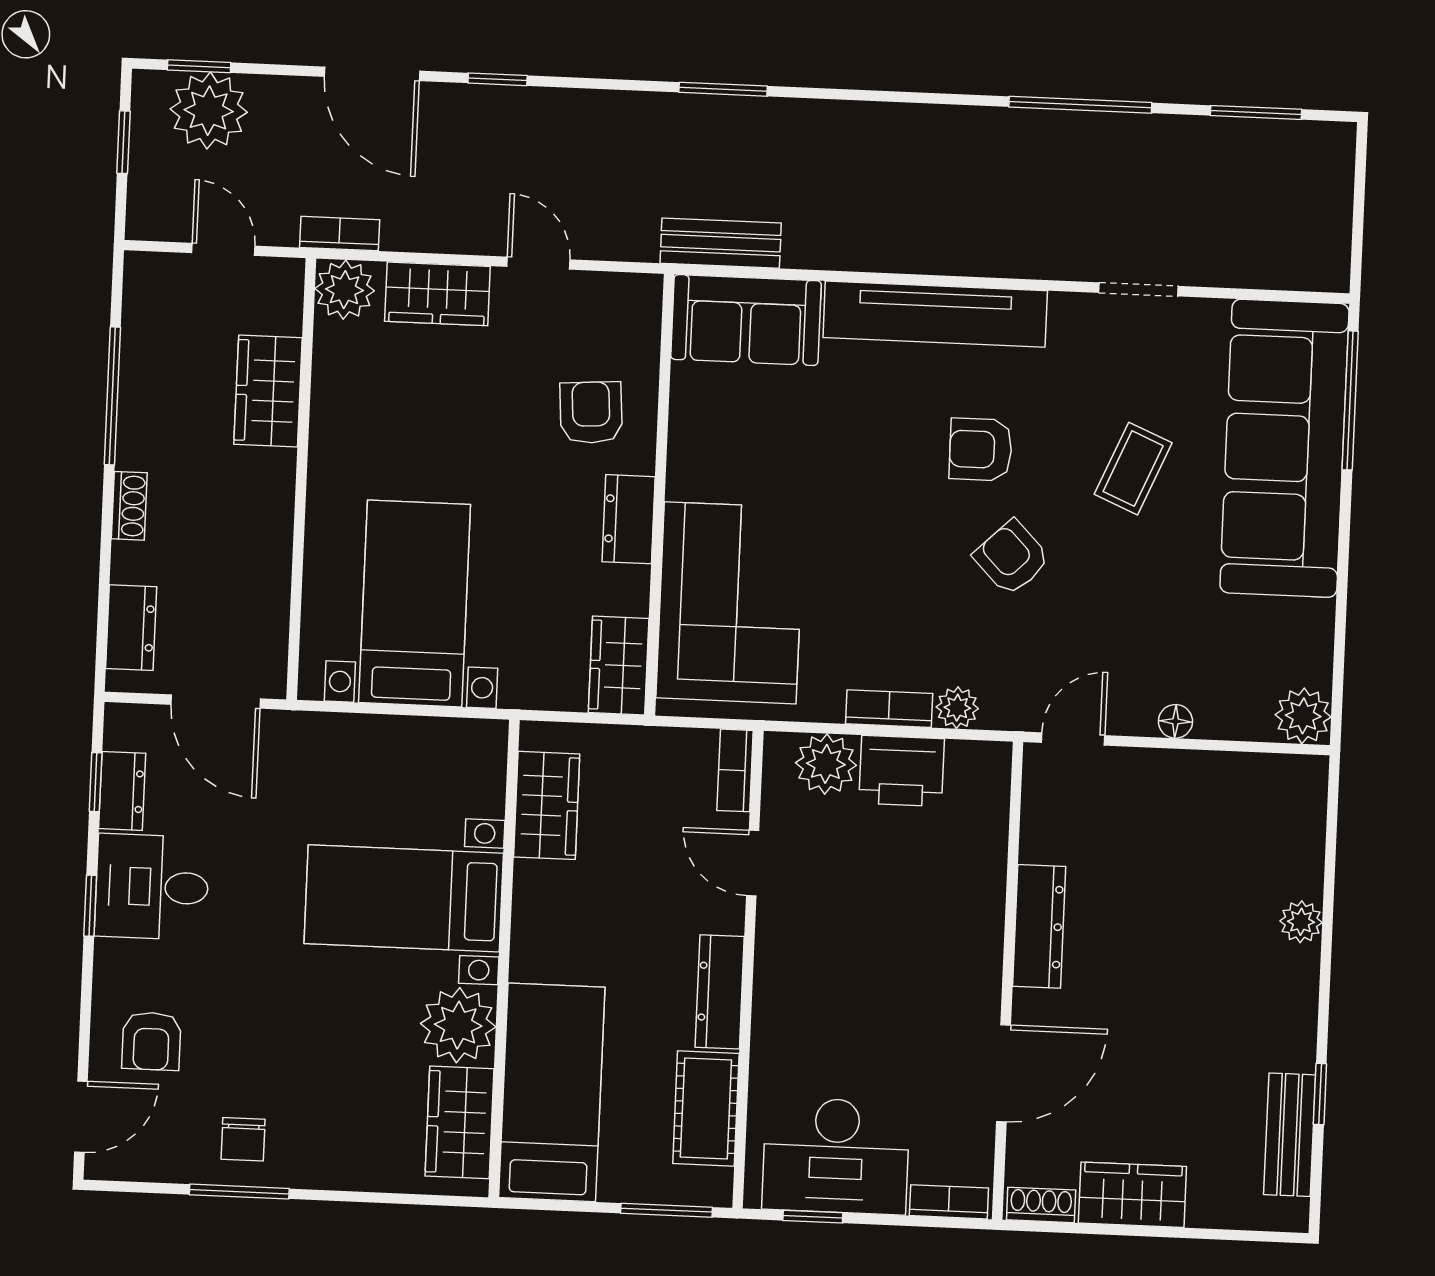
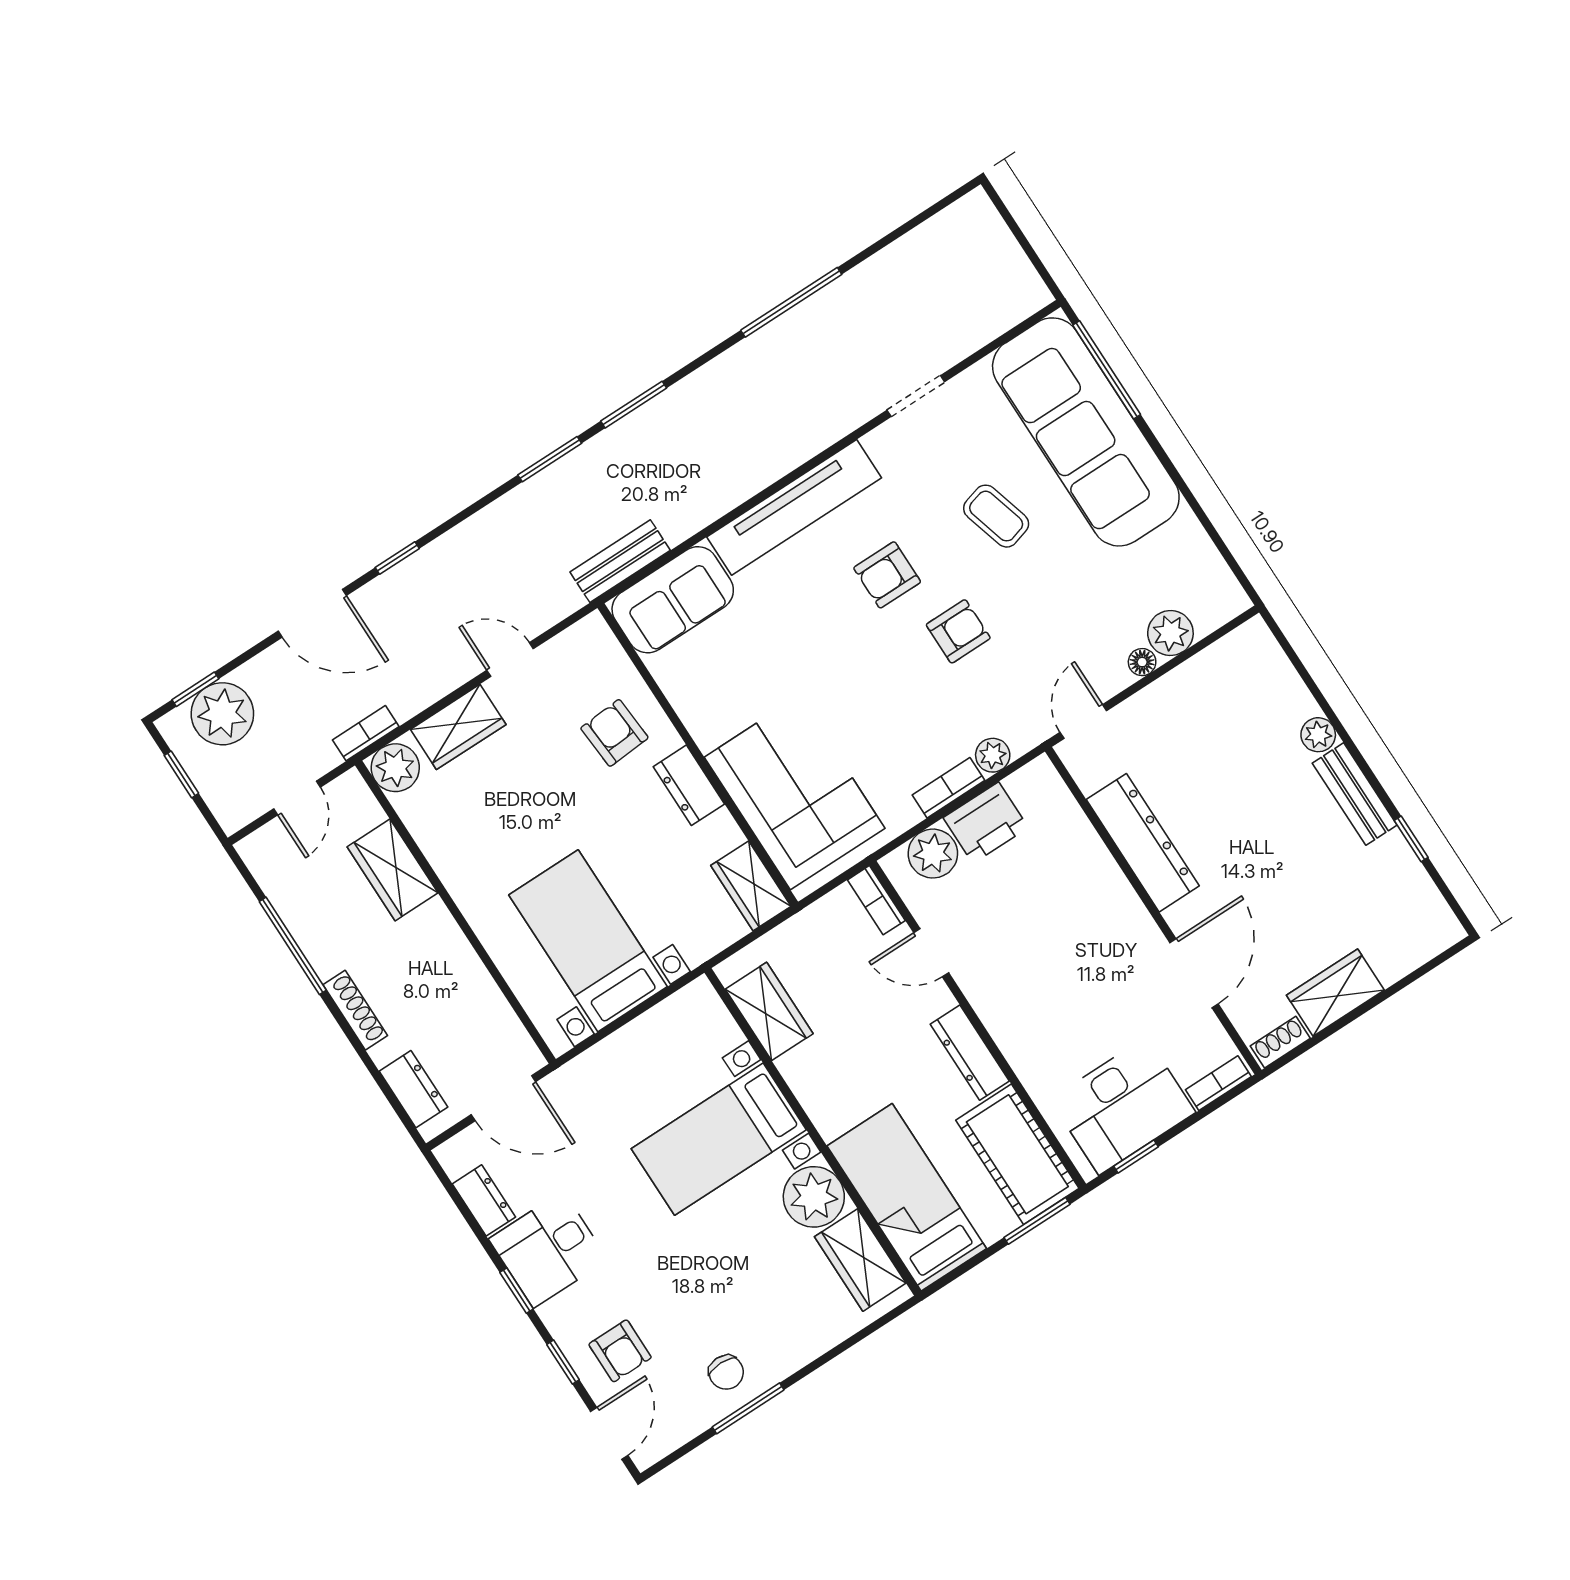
window: (1256, 112) -> (634, 405), moved
door: (223, 249) -> (297, 798), swing flipped
coffee table: (1133, 469) -> (996, 516), turned -39
shoe rack: (129, 506) -> (355, 1010), width x1.43
armchair: (1012, 558) -> (958, 631), turned 134
plant: (1303, 716) -> (1170, 633), moved
window: (96, 782) -> (563, 1362), moved
dresser: (1039, 926) -> (1143, 843), width x1.37, depth x1.24
cot: (706, 1108) -> (1017, 1154), width x1.37, depth x1.34
bench: (1290, 1135) -> (1355, 794), moved

